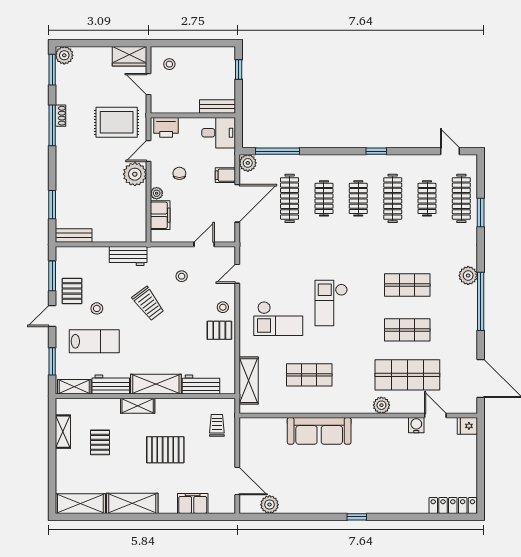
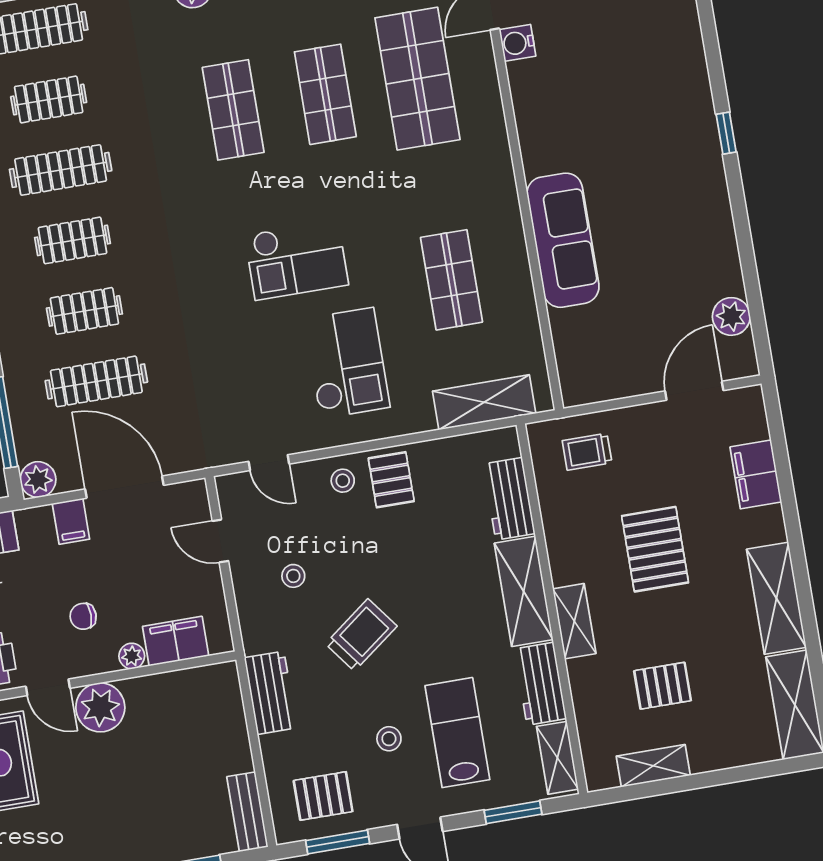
pallet: (72, 291) -> (323, 796), moved
plant: (381, 405) -> (489, 121), removed

